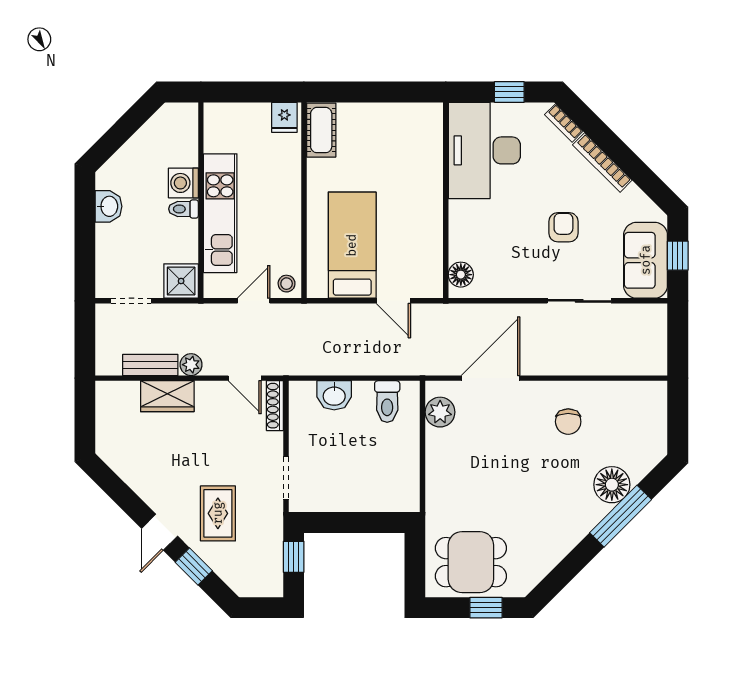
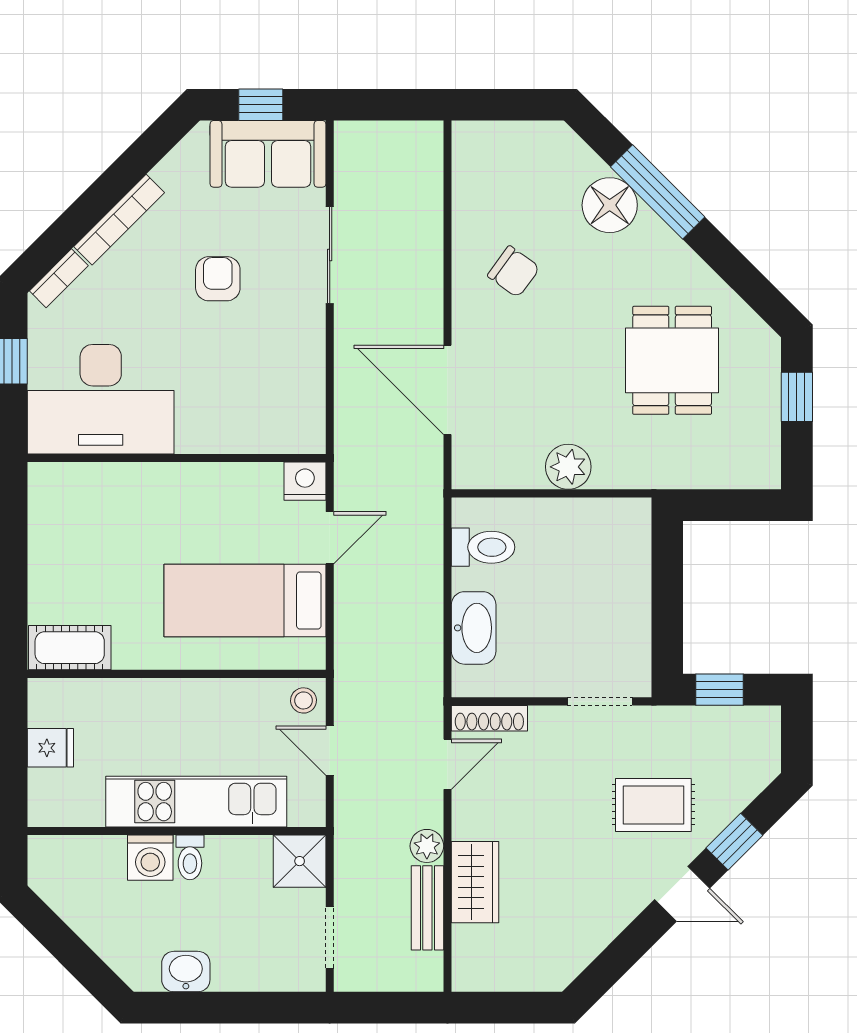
fridge: (284, 117) -> (50, 748), moved
armchair: (563, 227) -> (218, 279), turned 90
floor lamp: (461, 275) -> (290, 435), removed
nightstand: (431, 285) -> (305, 481), added
washbasin: (334, 395) -> (474, 628), width x1.38
plant: (440, 412) -> (568, 467), moved
chair: (568, 422) -> (514, 272), turned 36
dining table: (471, 562) -> (672, 360), moved

